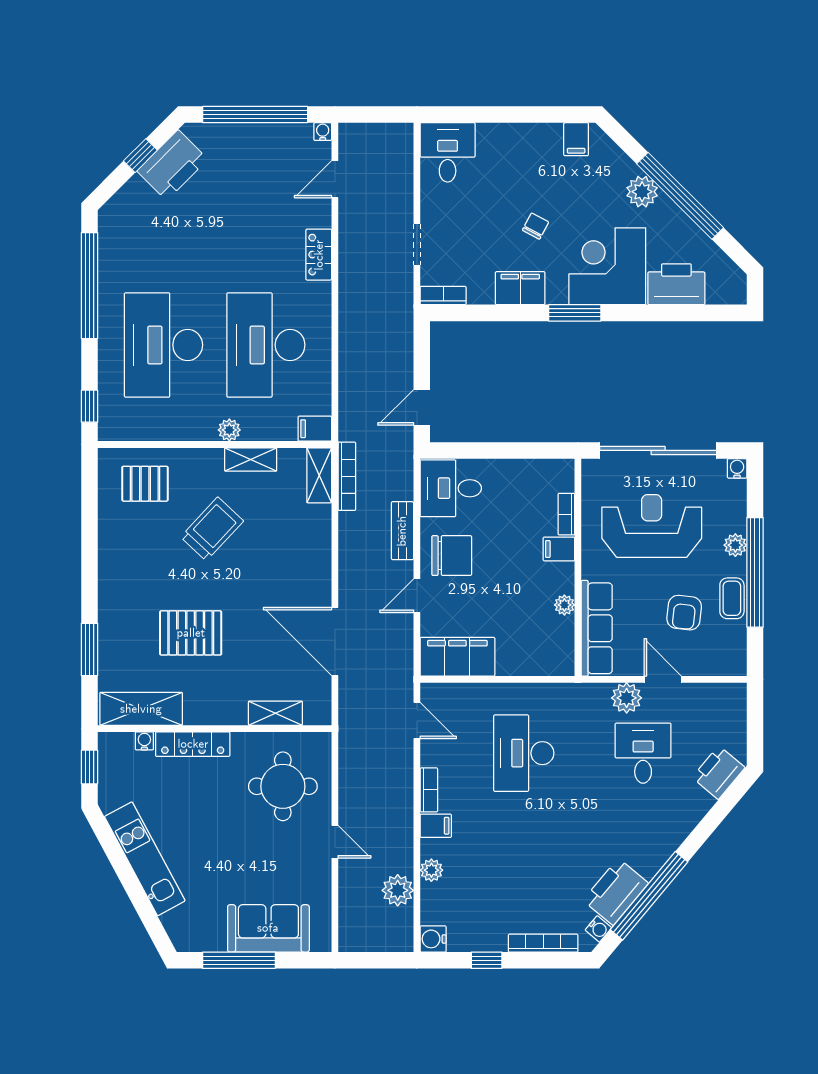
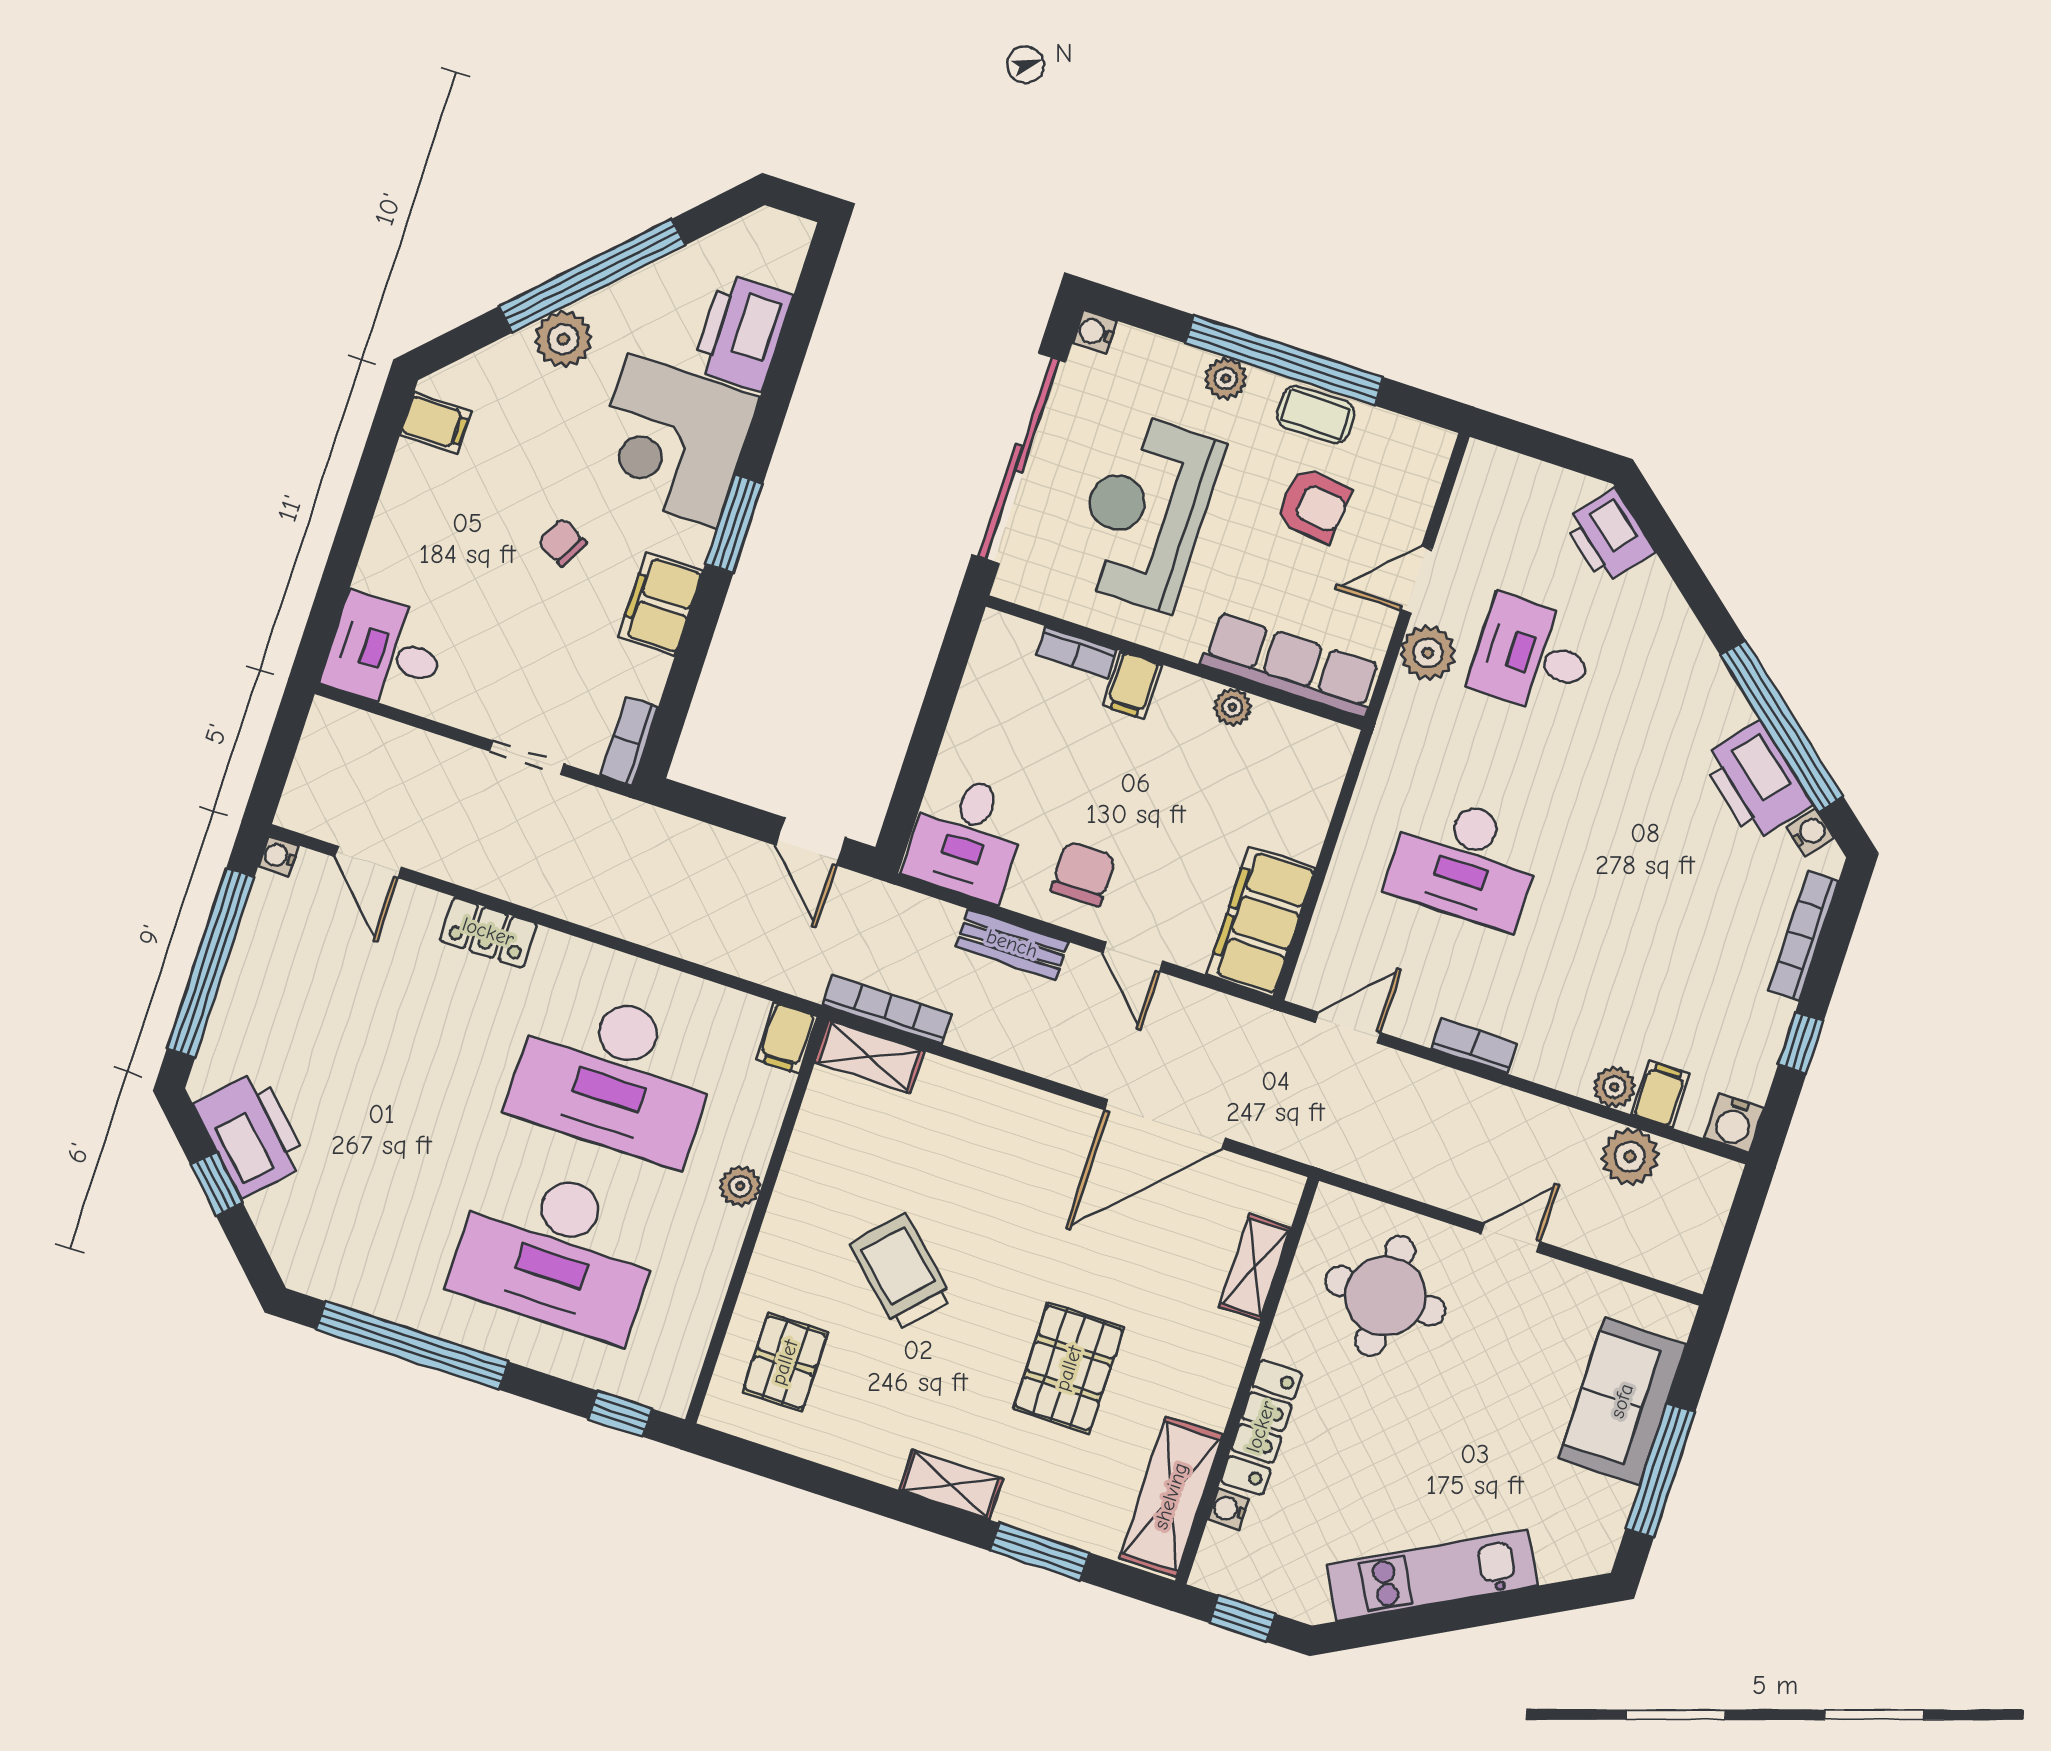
shelving: (251, 459) -> (951, 1485), moved, turned 90
chair: (452, 556) -> (1083, 874), width x0.73, depth x0.73
filing cabinet: (436, 826) -> (1660, 1094), moved

